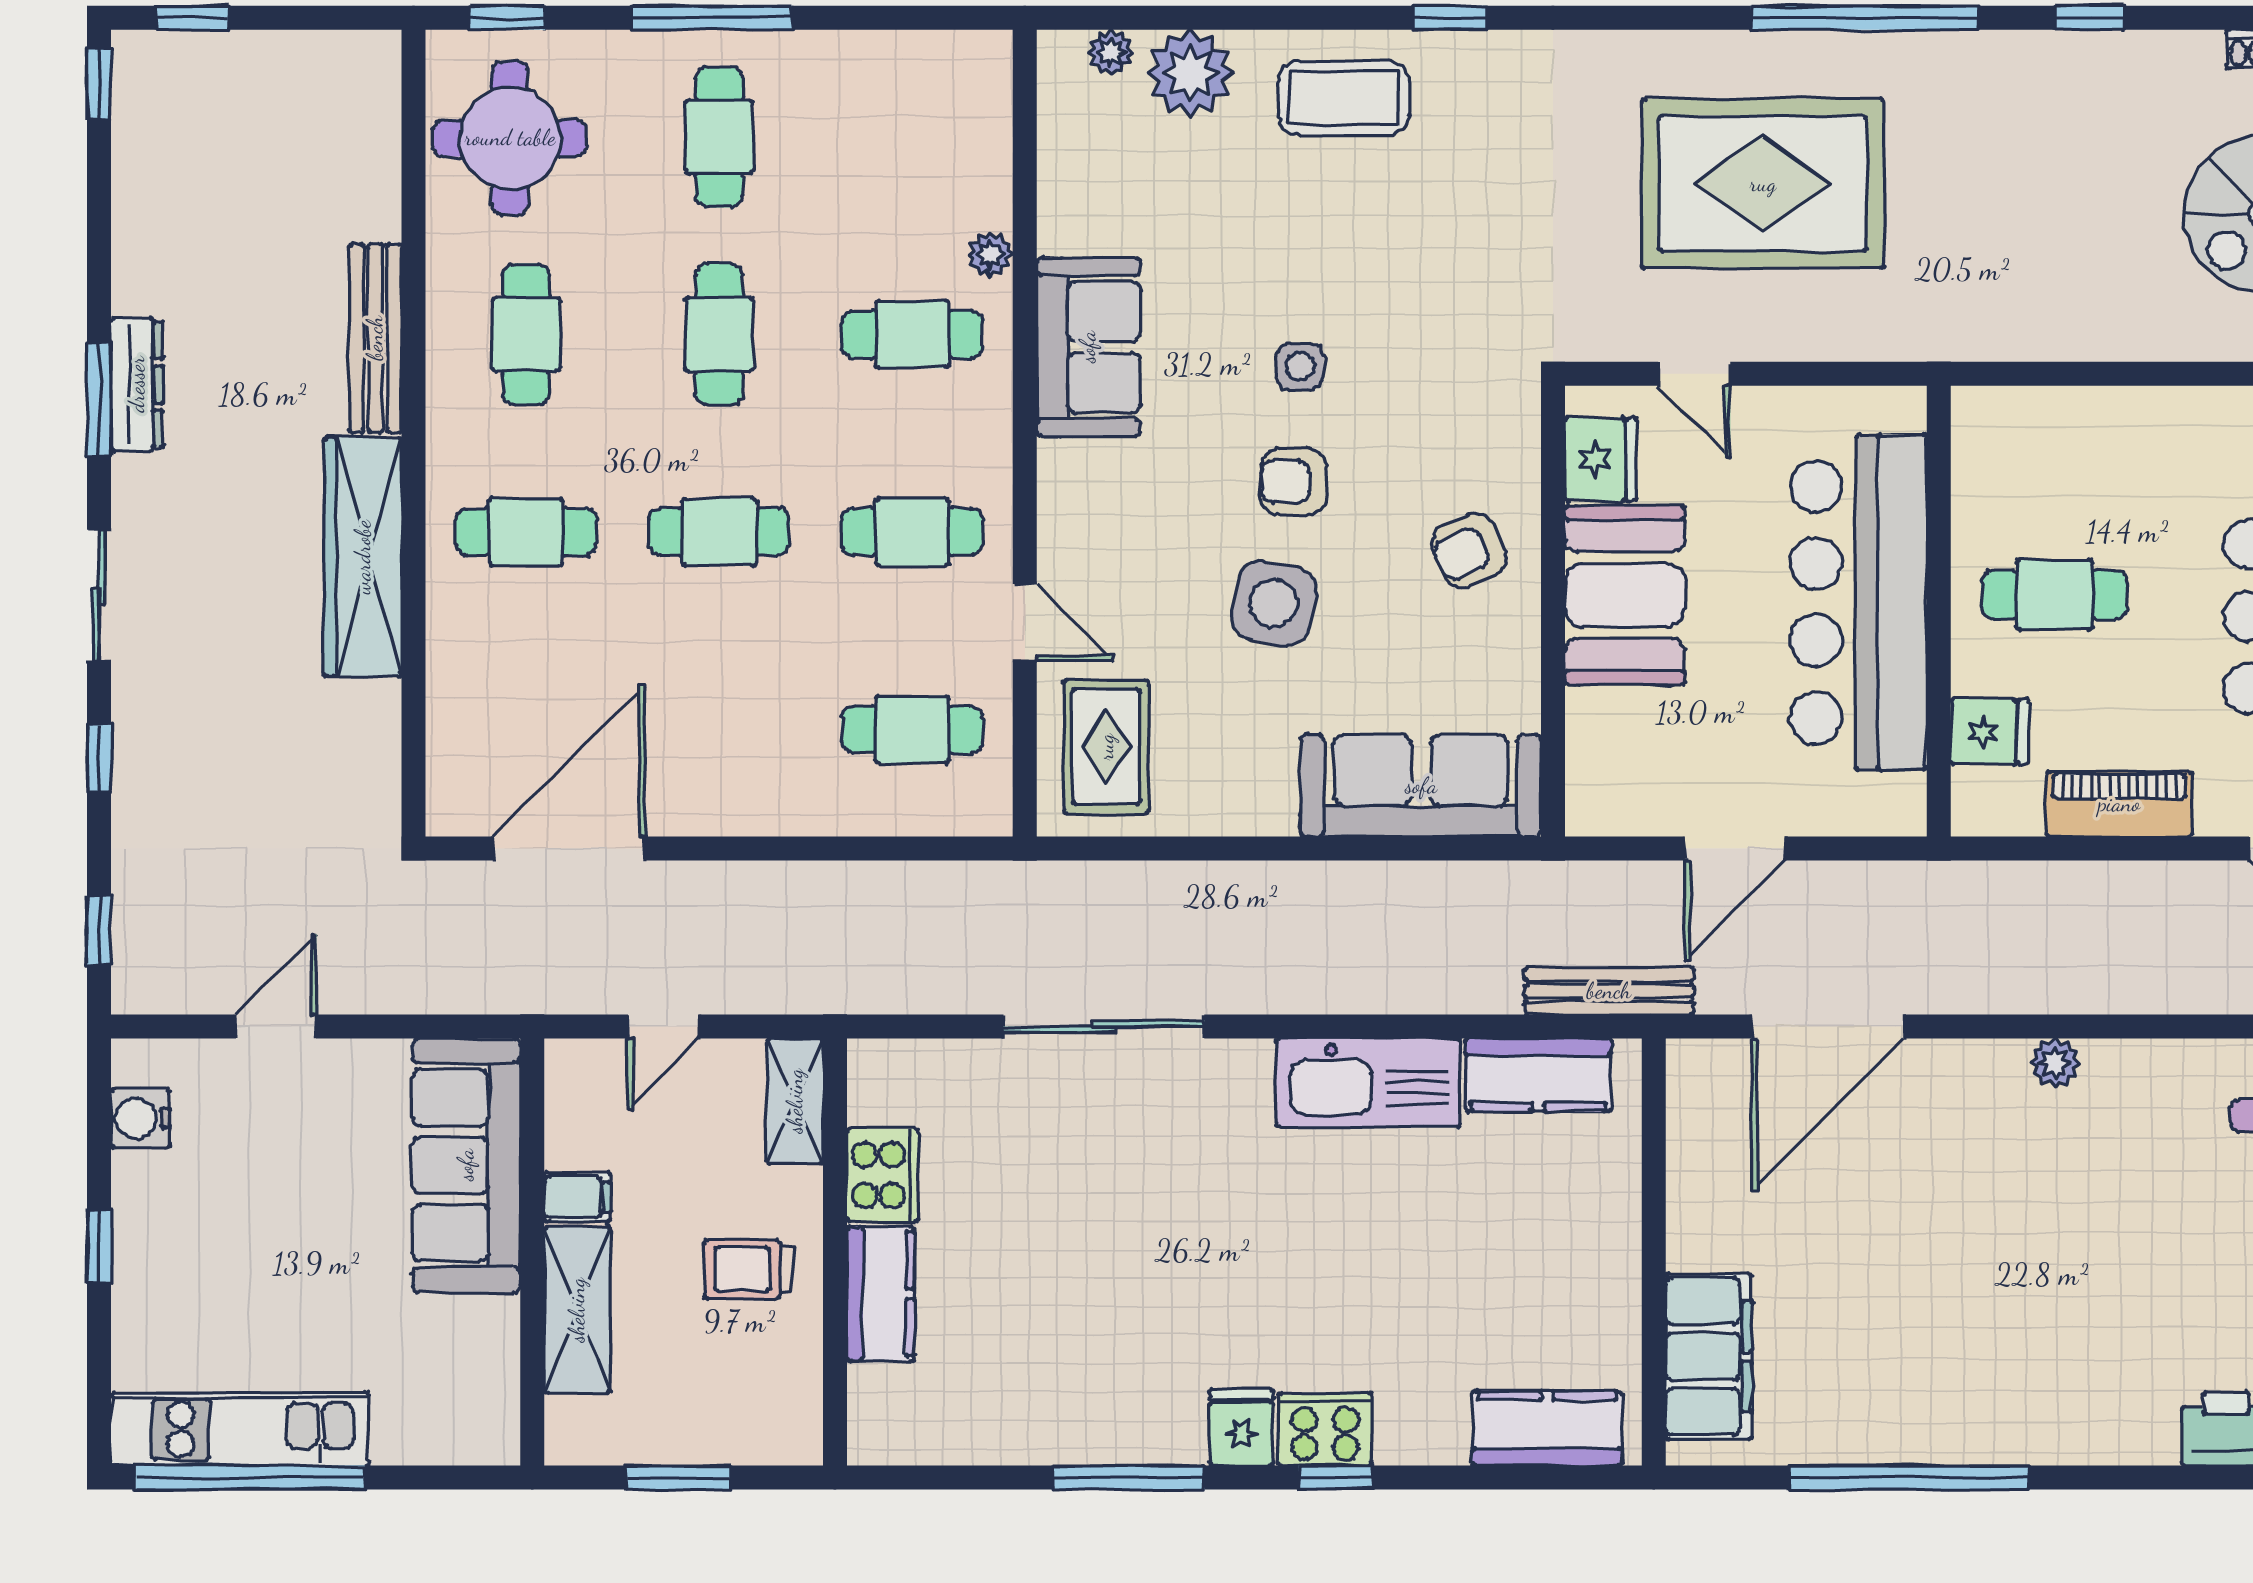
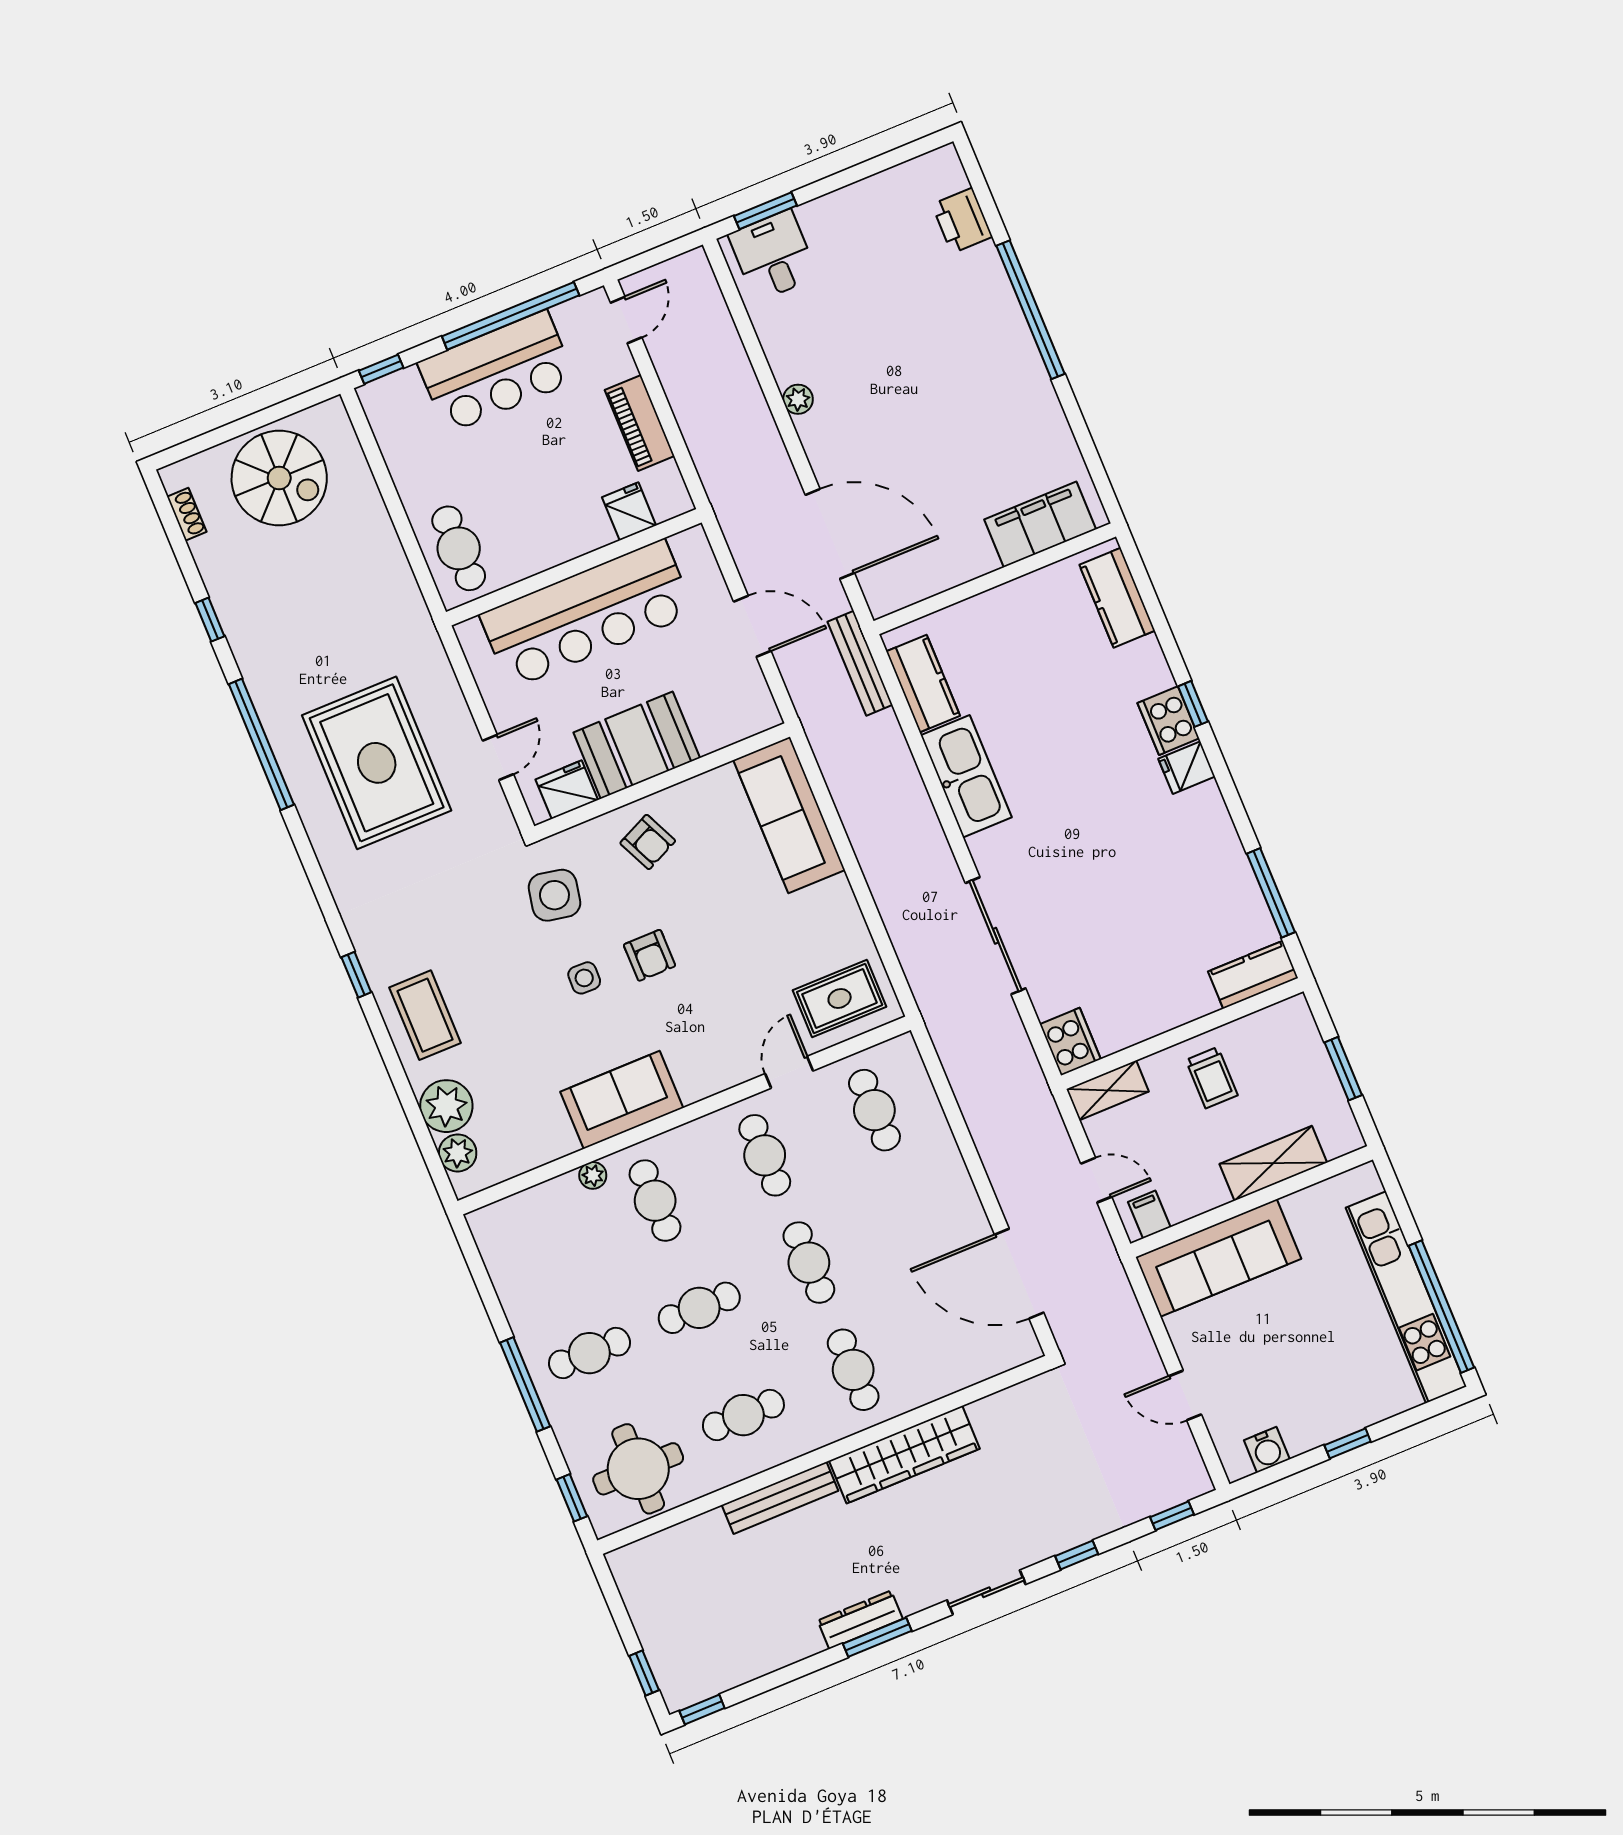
plant: (1111, 52) -> (458, 1153), width x1.38, depth x1.38
cafe table: (2054, 595) -> (459, 548), moved
side table: (1274, 603) -> (554, 895), moved
cooker: (883, 1175) -> (1070, 1042), moved, turned 90
filing cabinet: (577, 1197) -> (1149, 1214), moved
kitchen counter: (880, 1294) -> (1253, 975), moved
kitchen unit: (240, 1429) -> (1406, 1297), width x1.36
window: (1129, 1478) -> (1271, 893), moved
window: (1909, 1478) -> (1030, 310), moved

